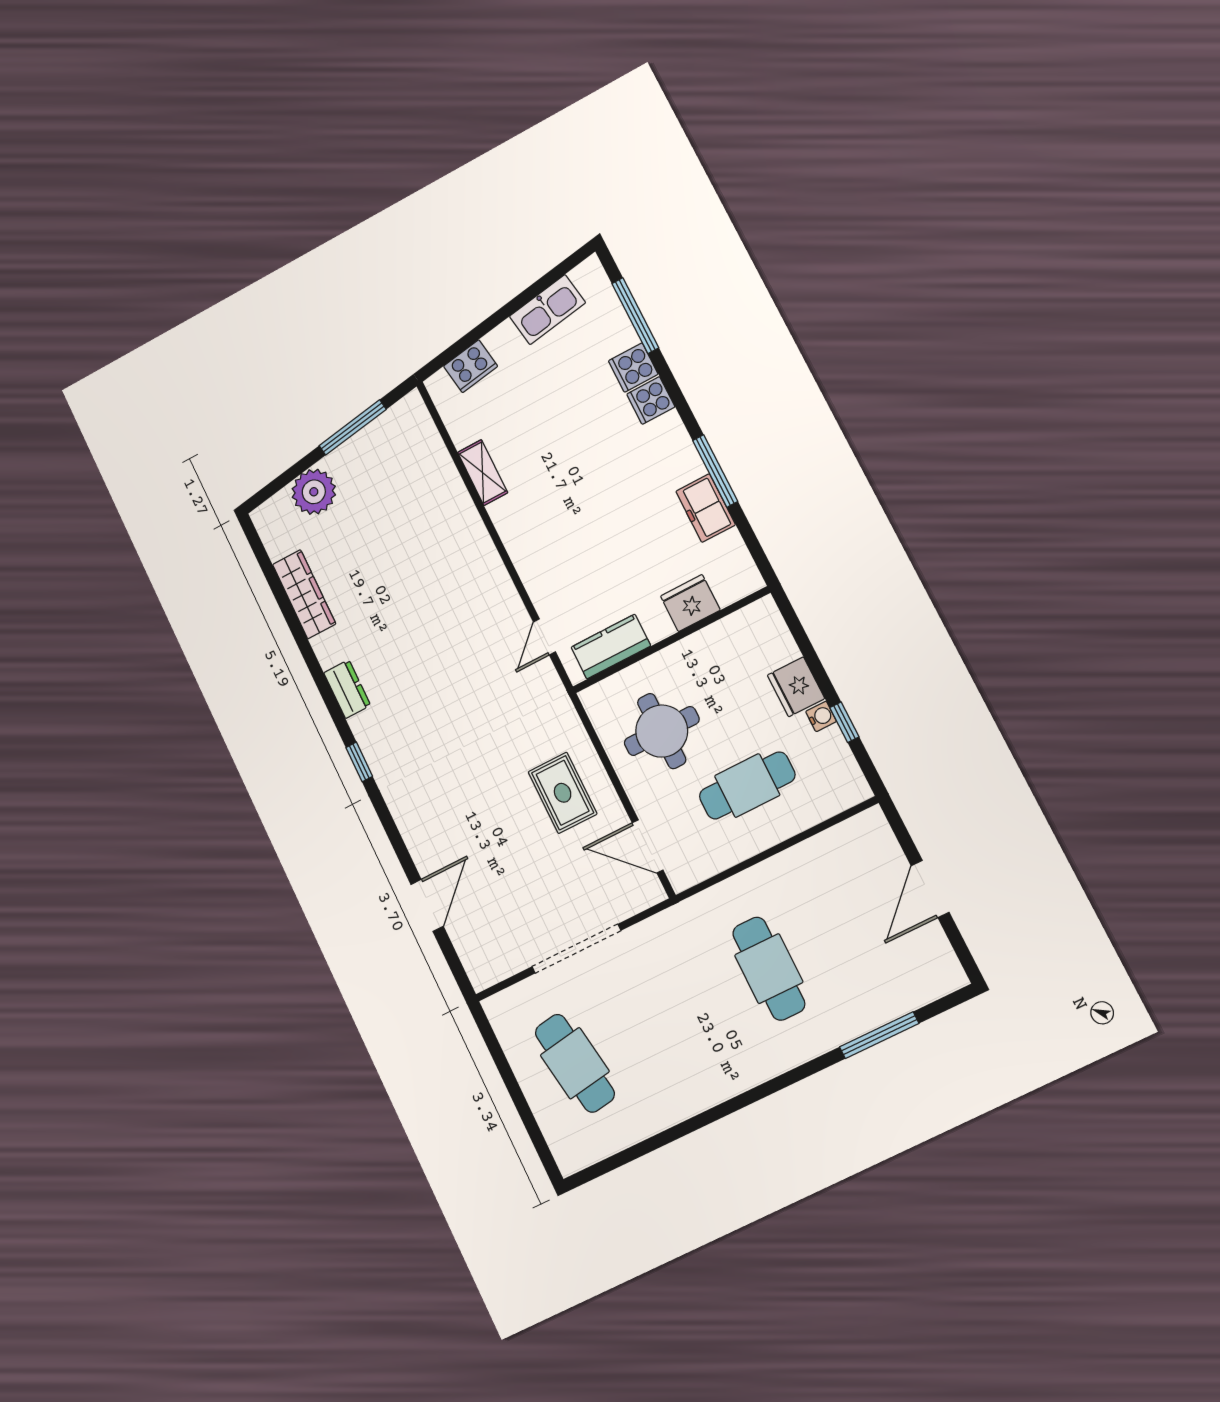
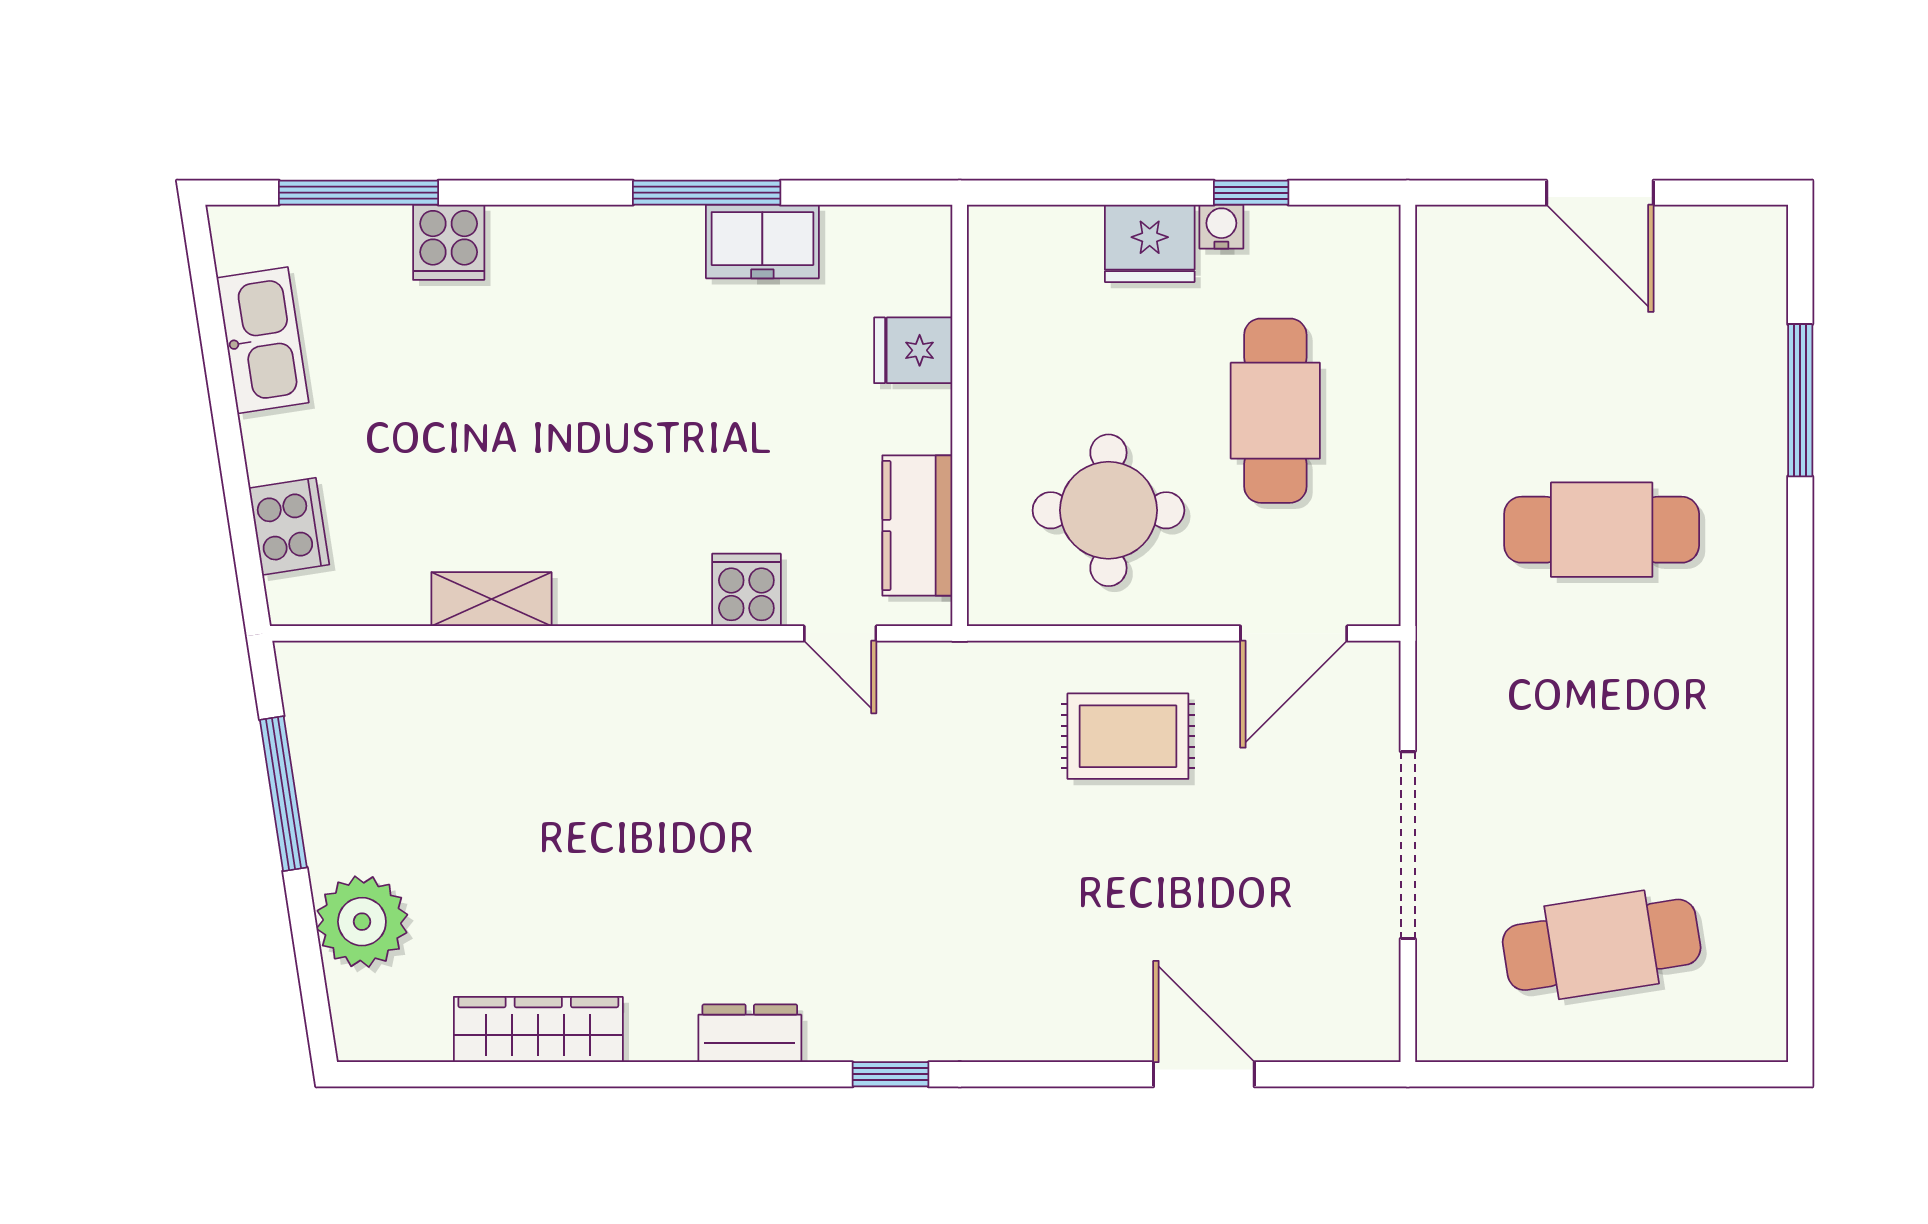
cooker: (651, 400) -> (746, 590), moved, turned 180
fridge: (690, 603) -> (913, 350), width x0.72

